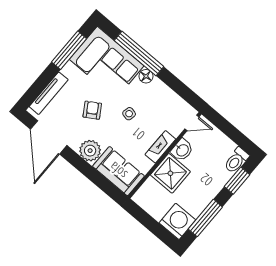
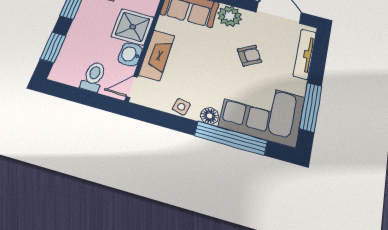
armchair: (92, 110) -> (250, 56), turned -89
side table: (129, 114) -> (181, 107), moved
fireplace: (160, 147) -> (157, 55), width x1.37, depth x1.32
toilet: (236, 160) -> (93, 77), moved

